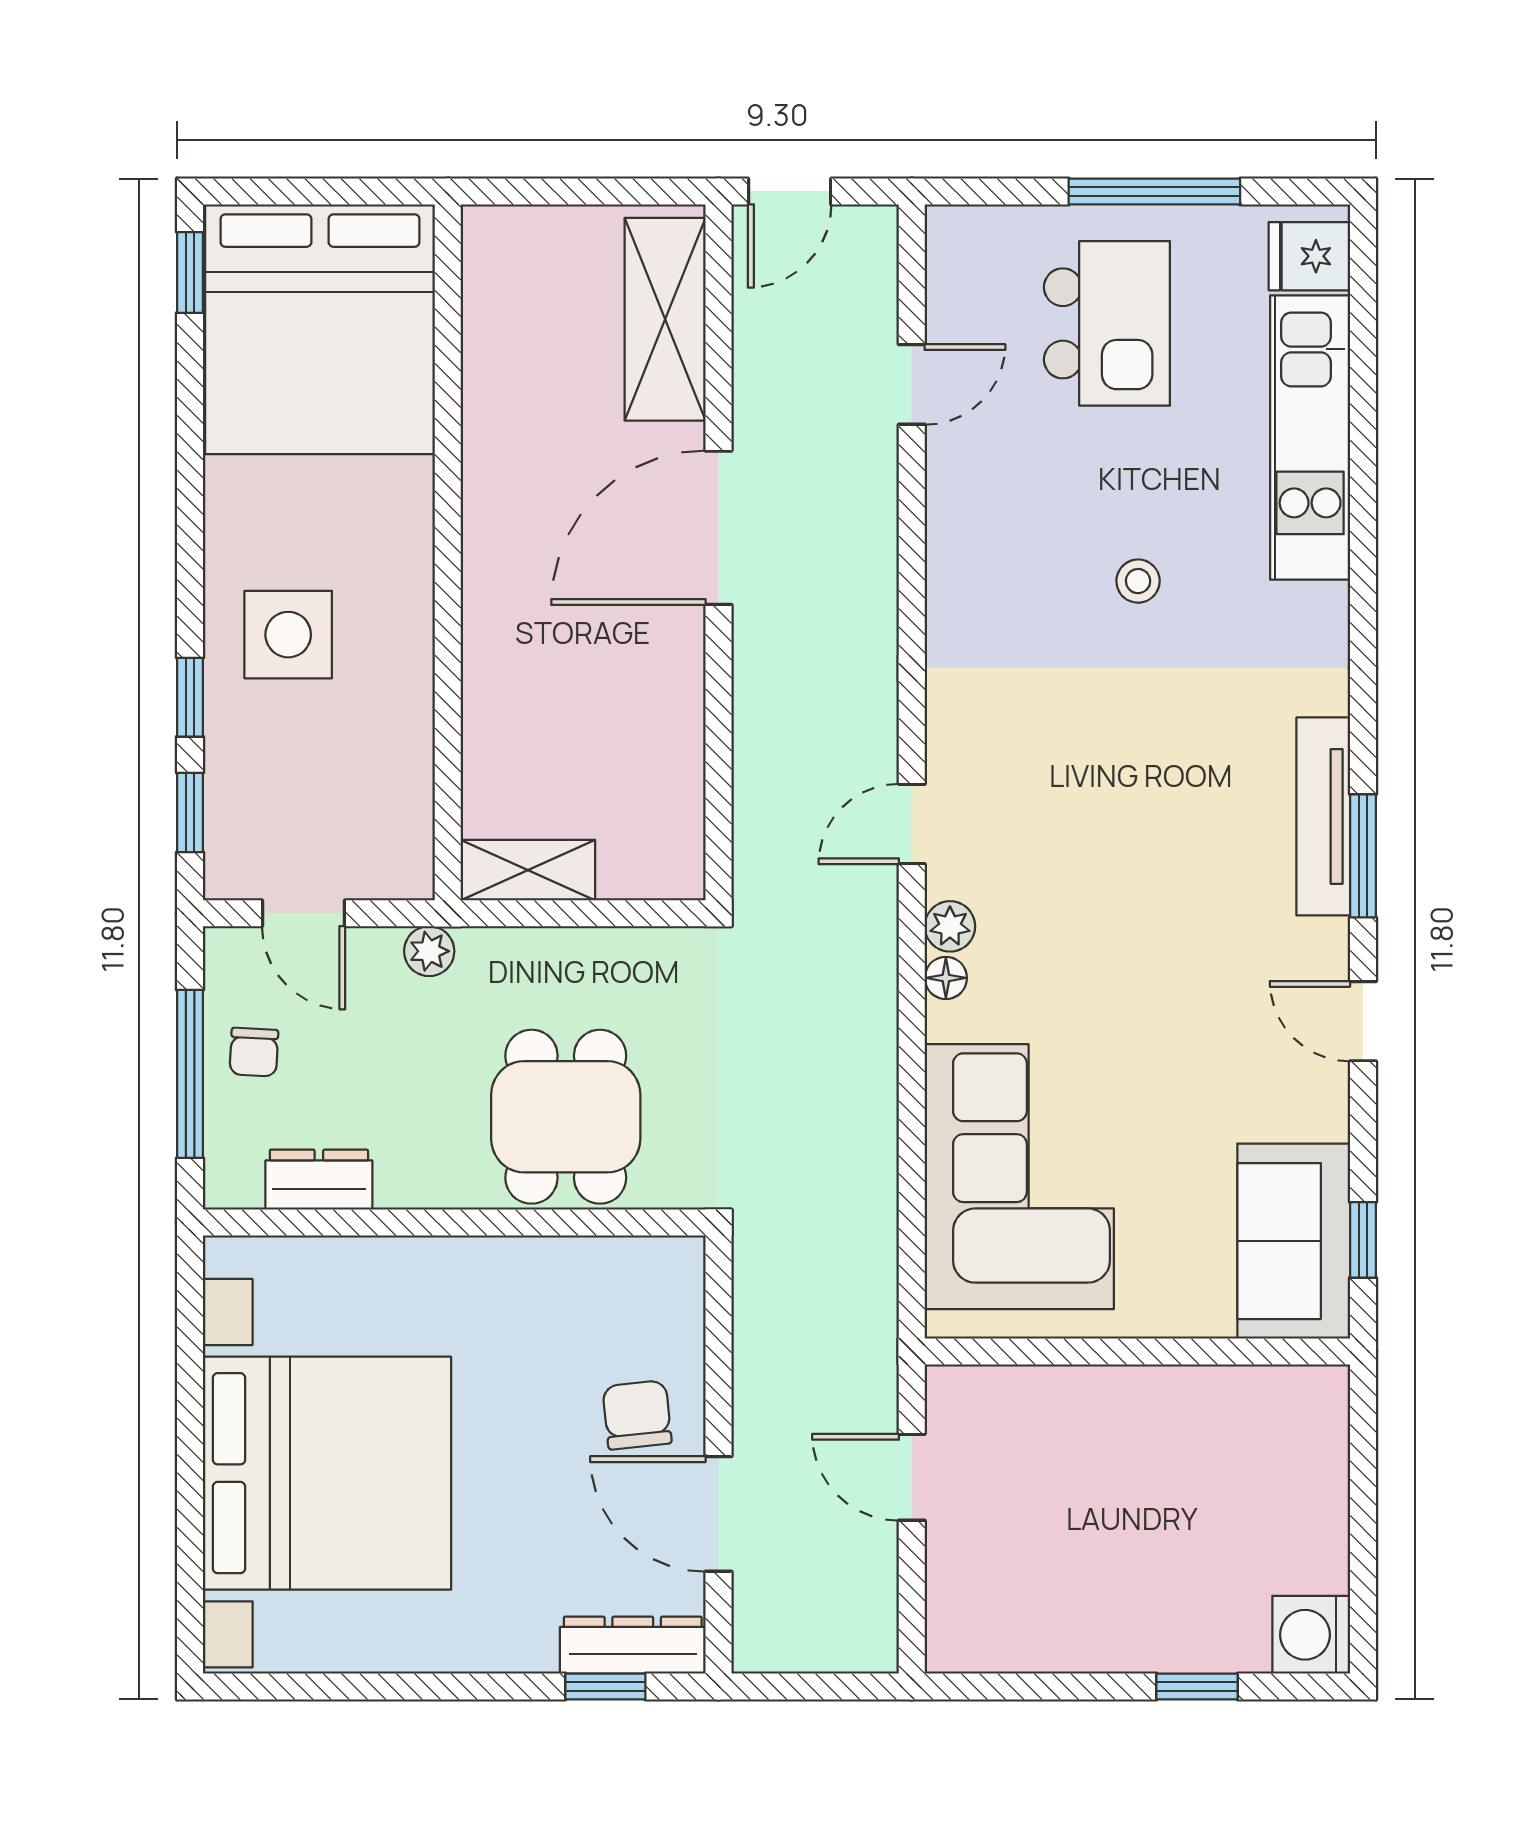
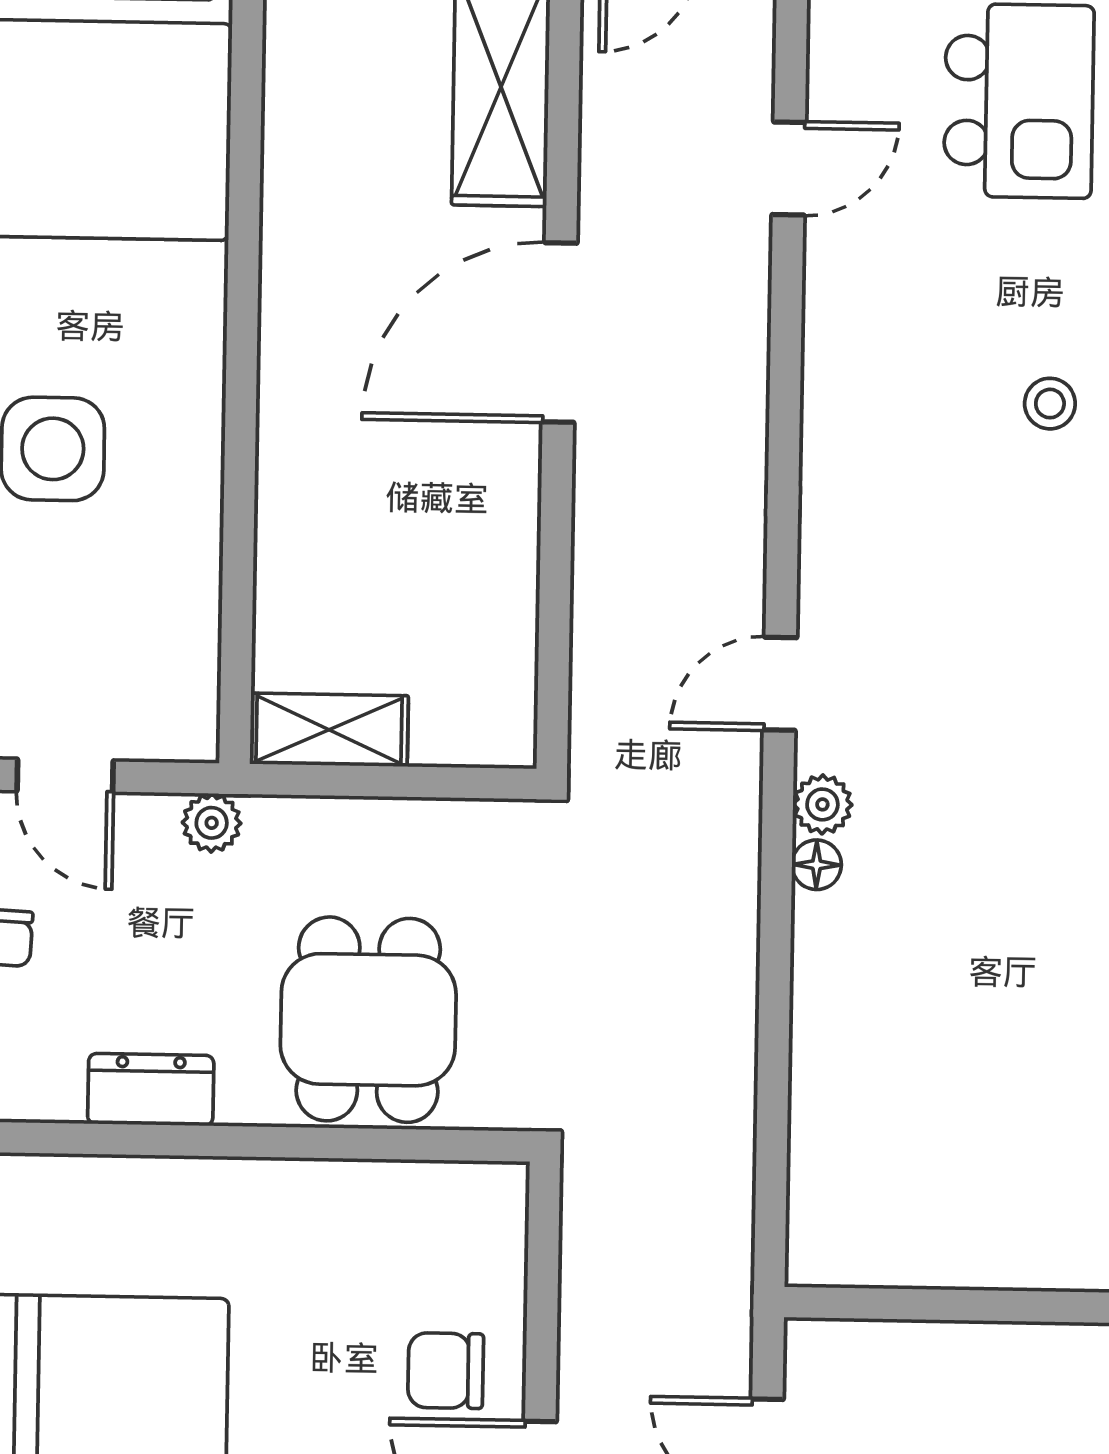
corner sofa: (1019, 1177) -> (899, 1099), removed
dresser: (319, 1180) -> (151, 1090), moved
chair: (637, 1415) -> (446, 1371), turned -84

